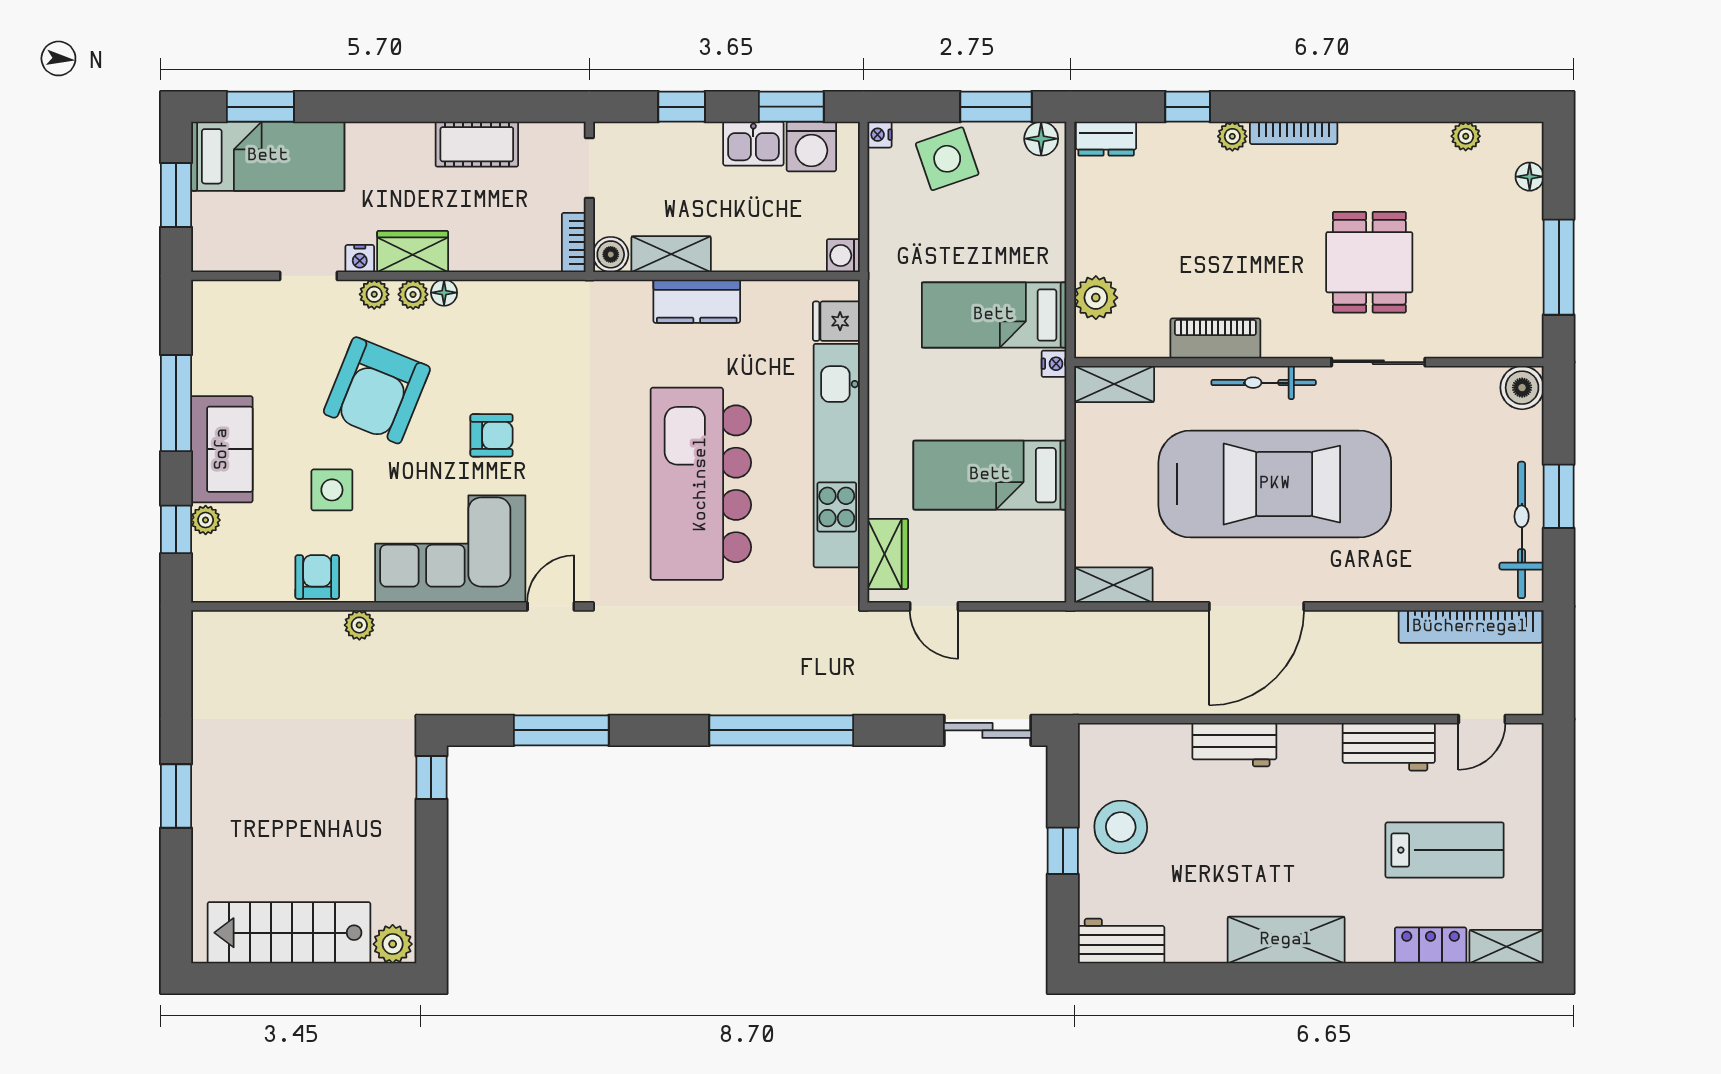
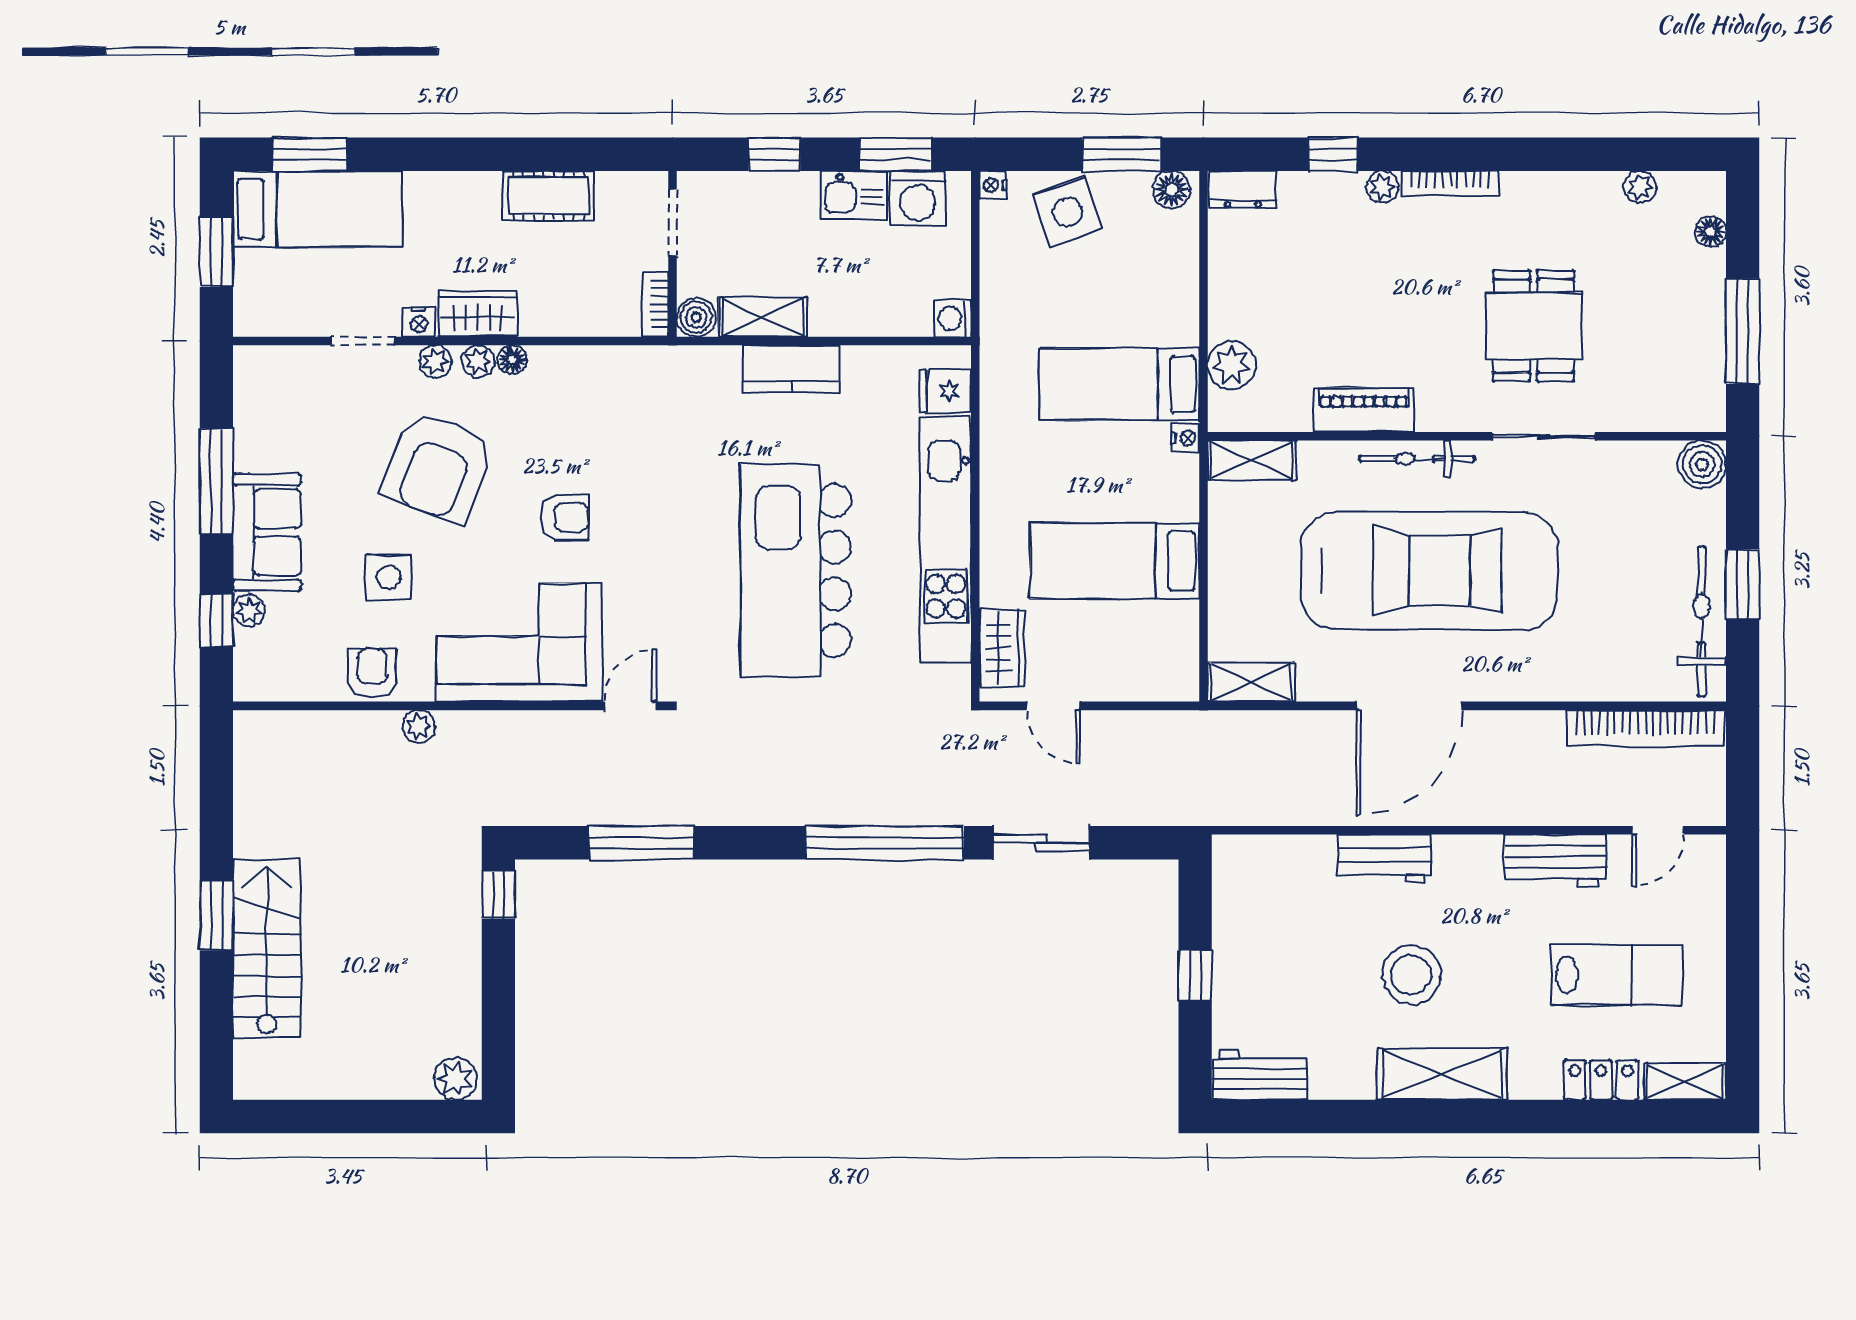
sliding door: (987, 730) -> (1041, 843), moved
stool: (1121, 827) -> (1411, 975), moved
stairs: (289, 933) -> (267, 948), moved, turned 90

